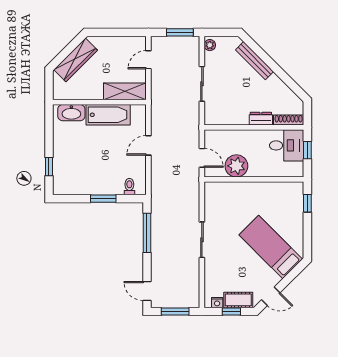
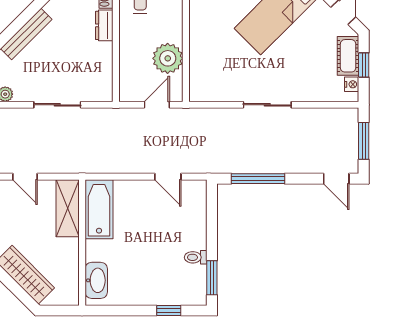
bathtub: (108, 115) -> (99, 209), moved
door: (148, 145) -> (168, 177), moved
toilet: (129, 187) -> (196, 257), moved
window: (103, 199) -> (212, 278), moved
door: (147, 291) -> (336, 179), hinge flipped

